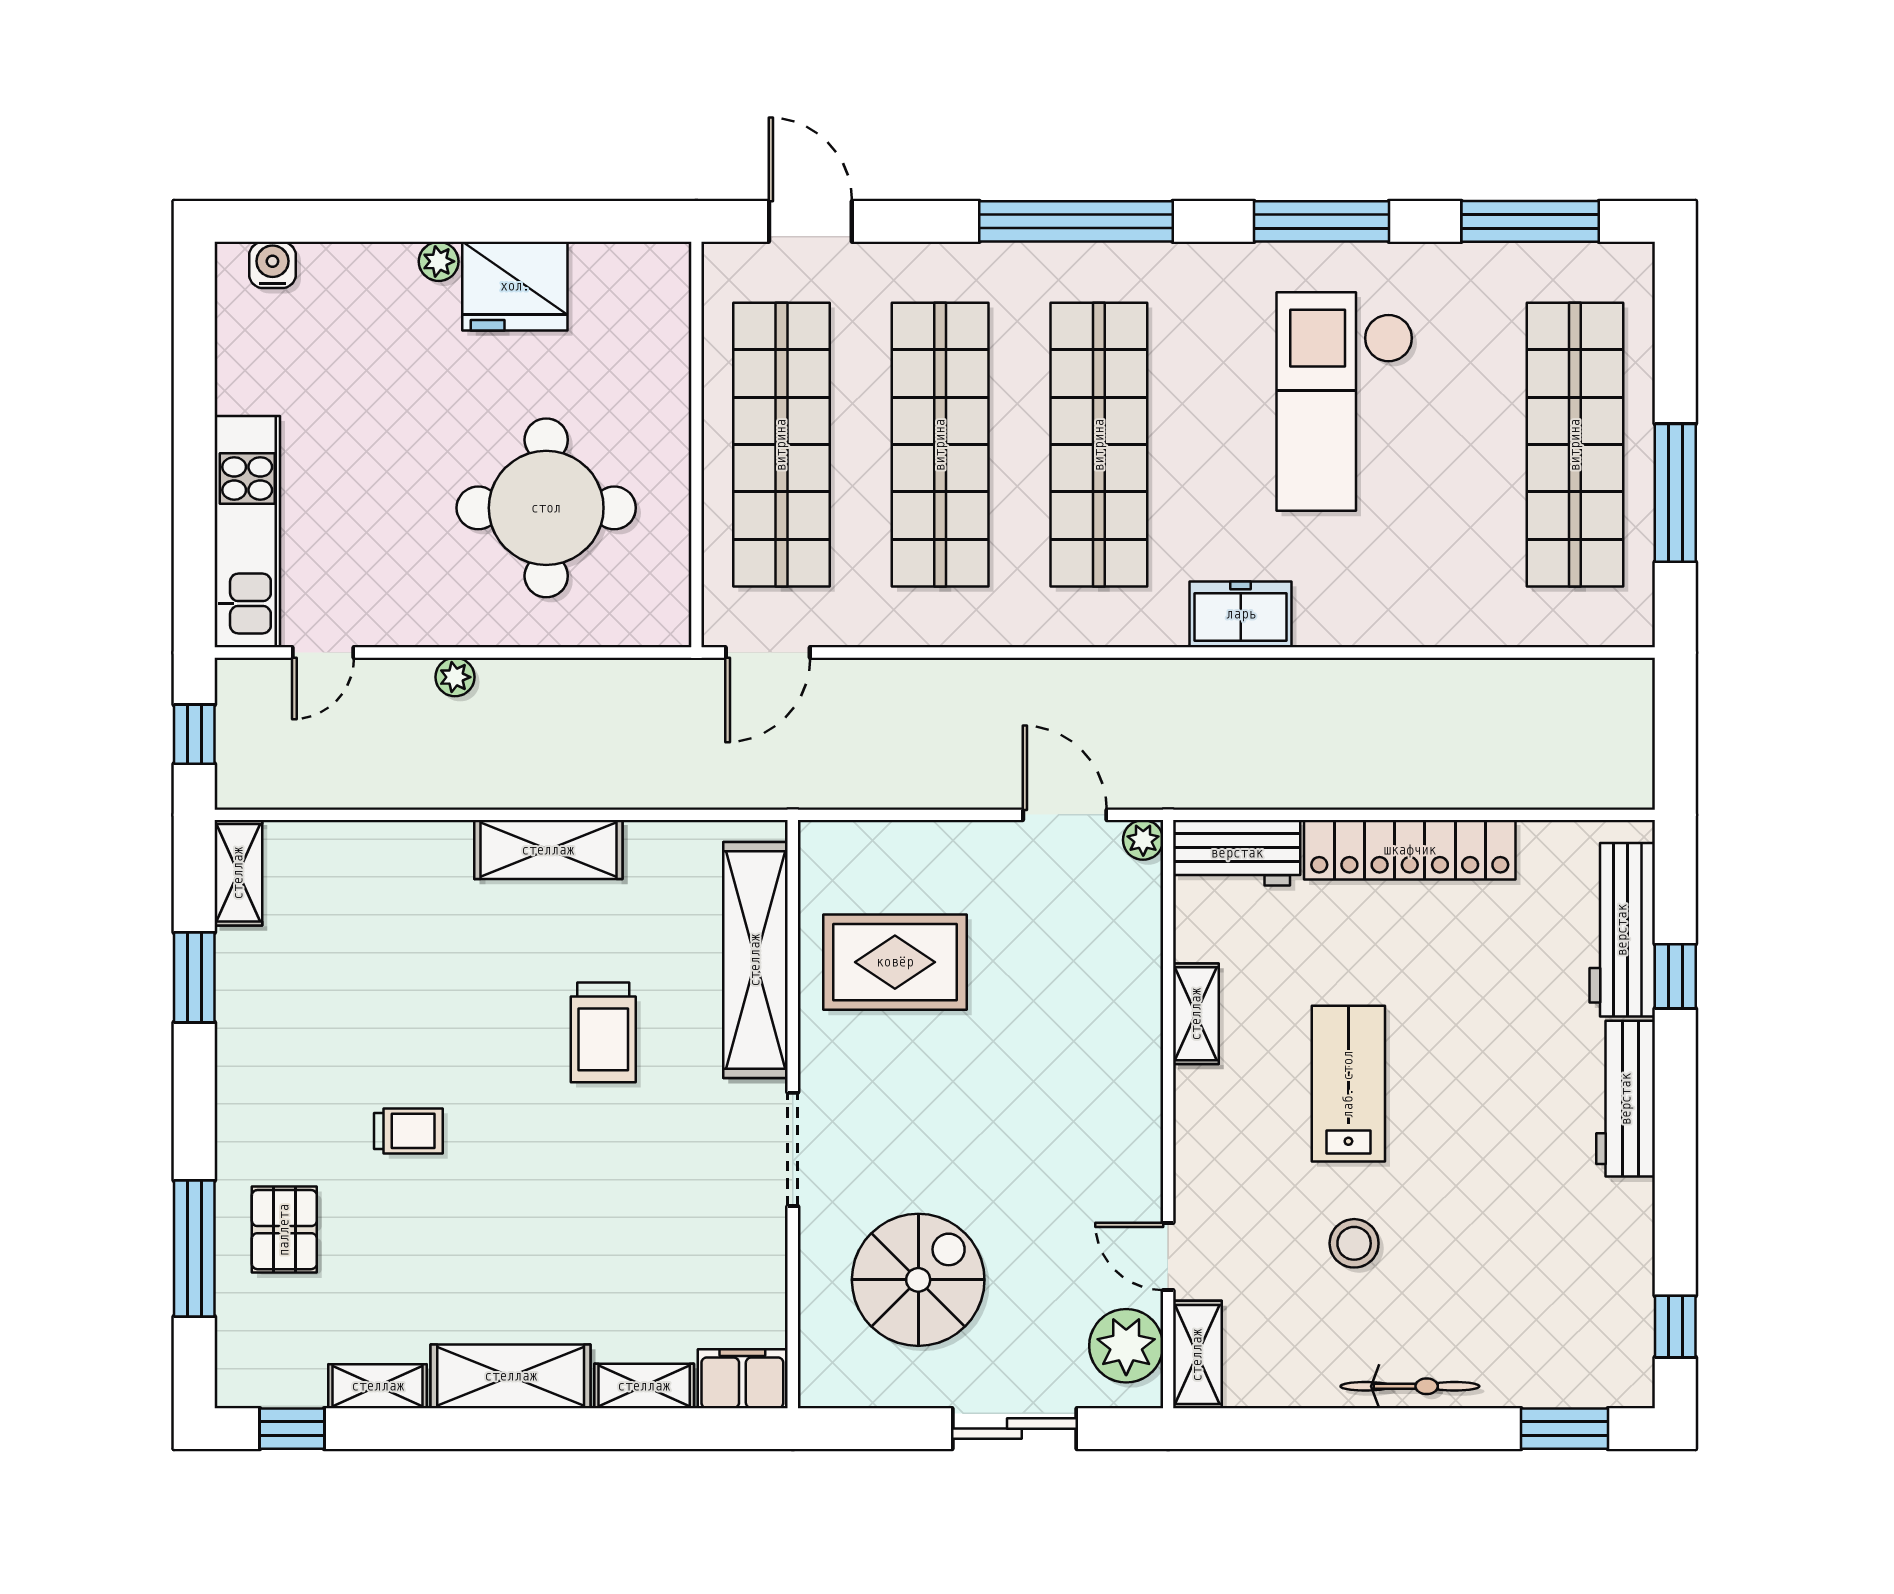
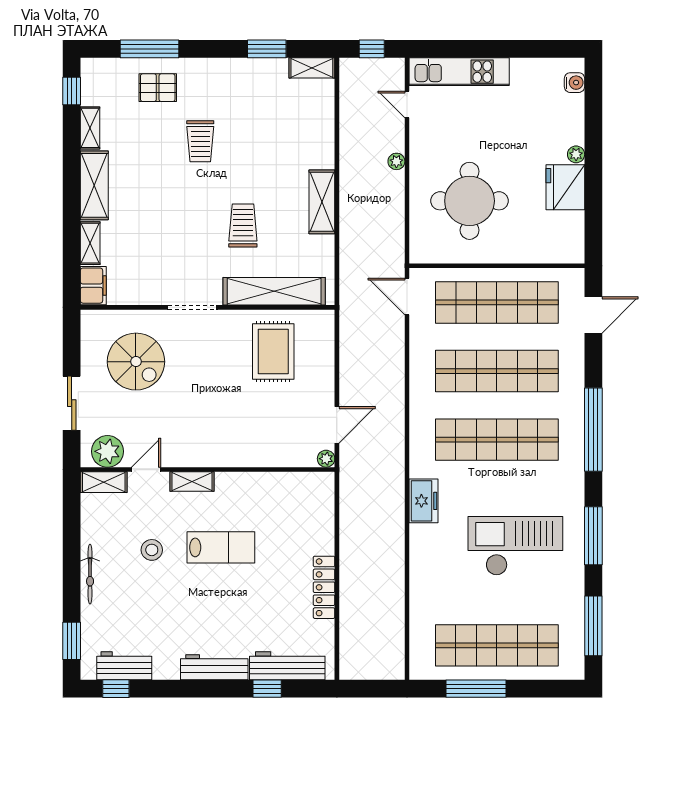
locker: (1410, 850) -> (324, 587), width x0.71, depth x0.83
workbench: (1237, 853) -> (124, 666), moved, turned 90
shelving: (1196, 1014) -> (192, 482), moved
trolley: (603, 1032) -> (243, 226), turned 90
trolley: (408, 1131) -> (200, 141), width x1.36, depth x1.39

